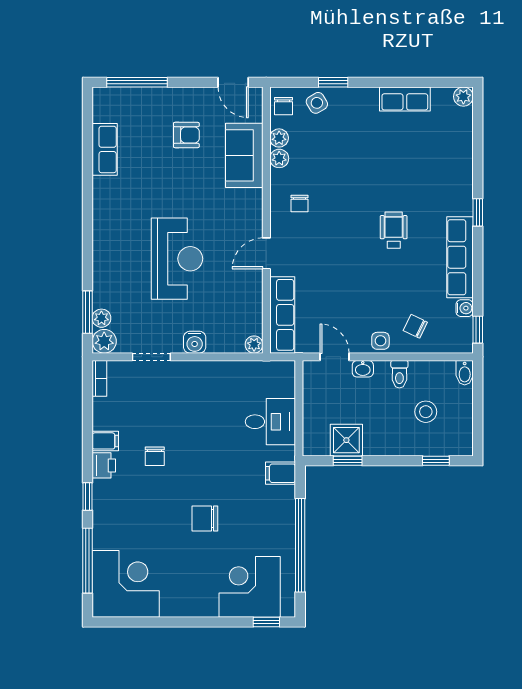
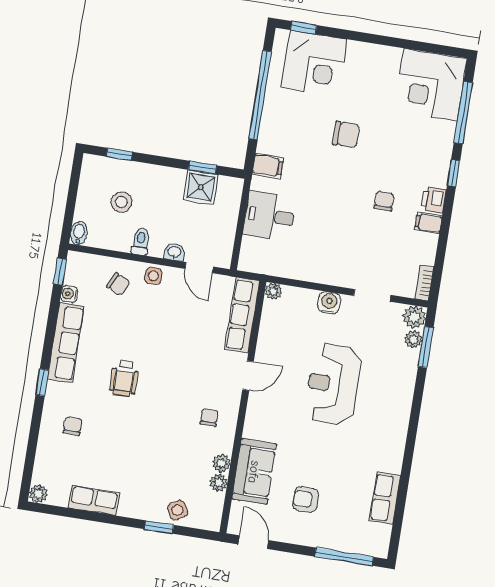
chair: (283, 106) -> (73, 426), moved

